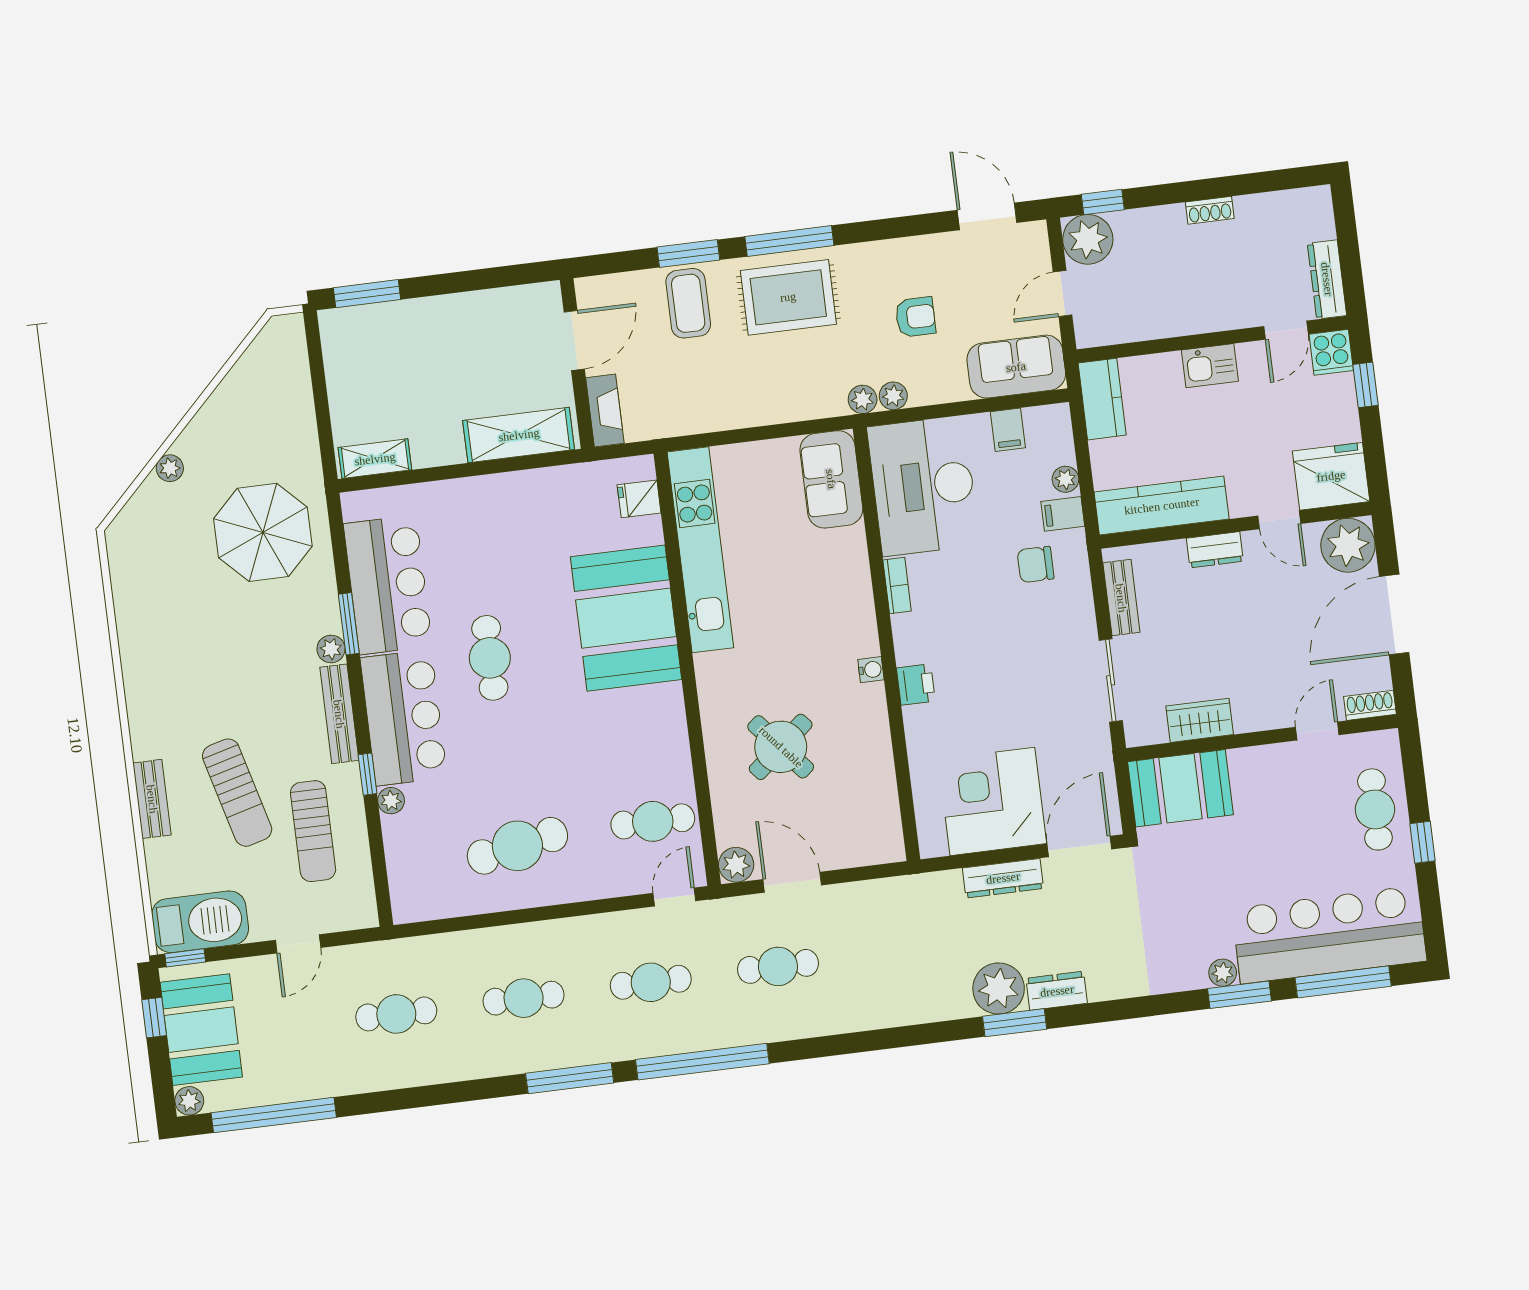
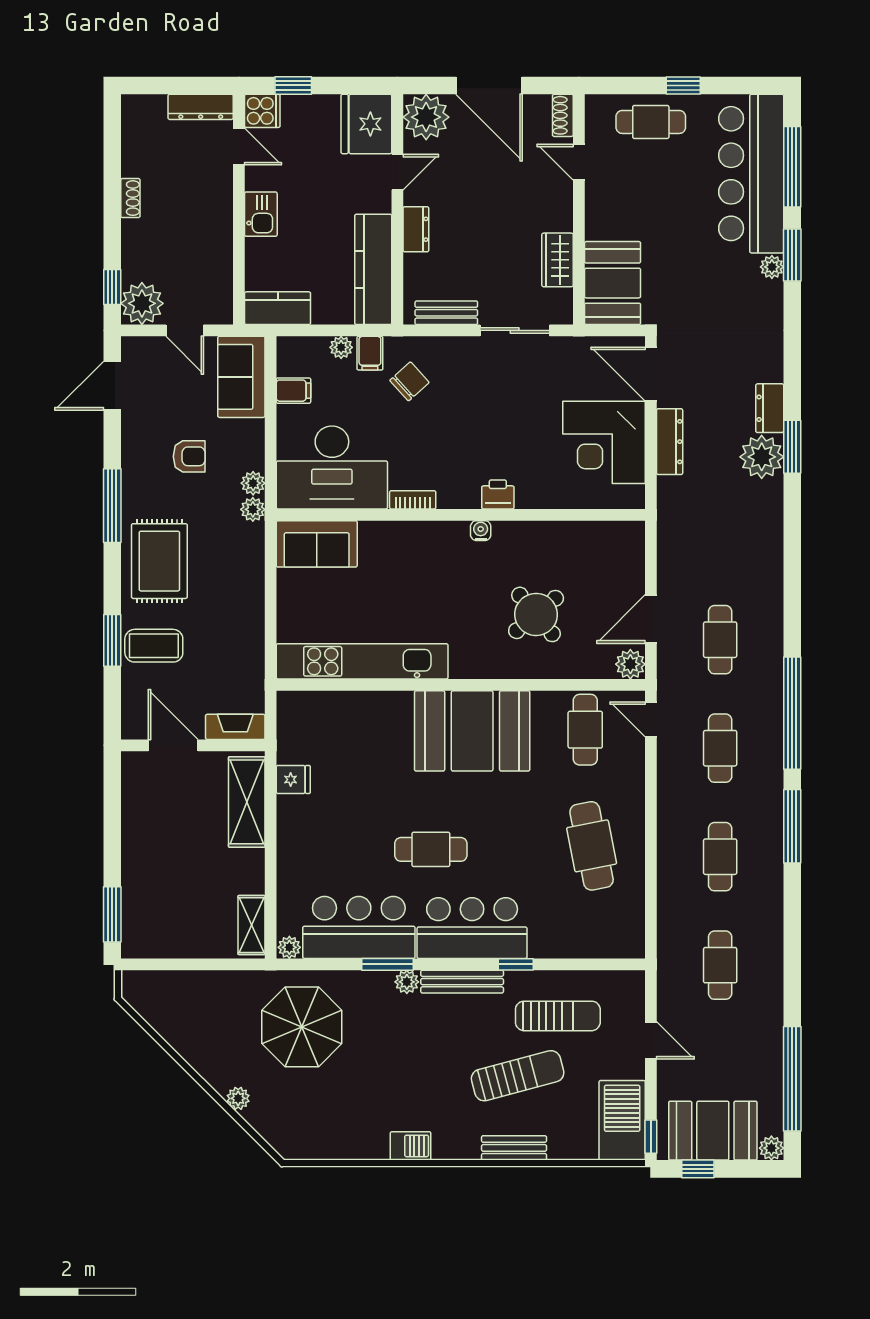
window: (789, 241) -> (112, 506), moved
armchair: (915, 317) -> (189, 456), turned 90
fridge: (639, 499) -> (293, 779), moved, turned -90
chair: (1036, 564) -> (410, 381), turned -132
booth: (626, 618) -> (472, 731), moved
barbecue: (139, 677) -> (411, 1146), added
plant: (391, 801) -> (289, 947), moved

